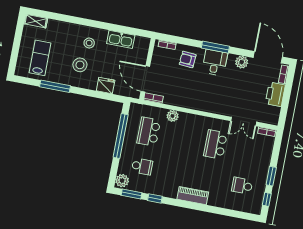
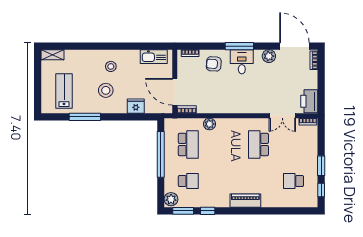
kitchen sink: (121, 39) -> (154, 57), moved
printer: (275, 94) -> (309, 101), moved
school desk: (149, 132) -> (188, 144), turned 180

